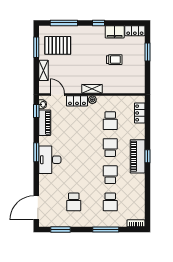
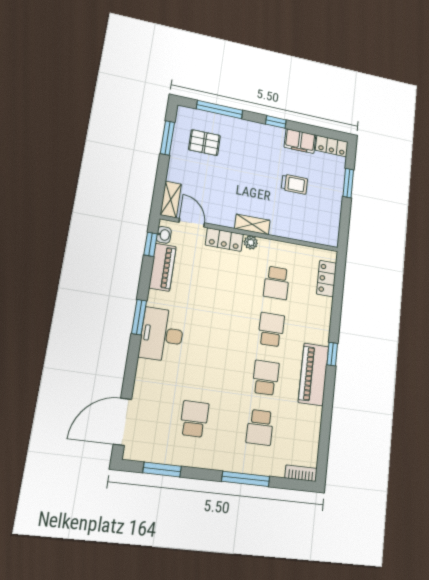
pallet: (58, 45) -> (204, 143), width x0.67, depth x0.71
shelving: (44, 70) -> (171, 199), moved
piano: (138, 156) -> (314, 374), moved
school desk: (74, 202) -> (194, 419), turned 180

